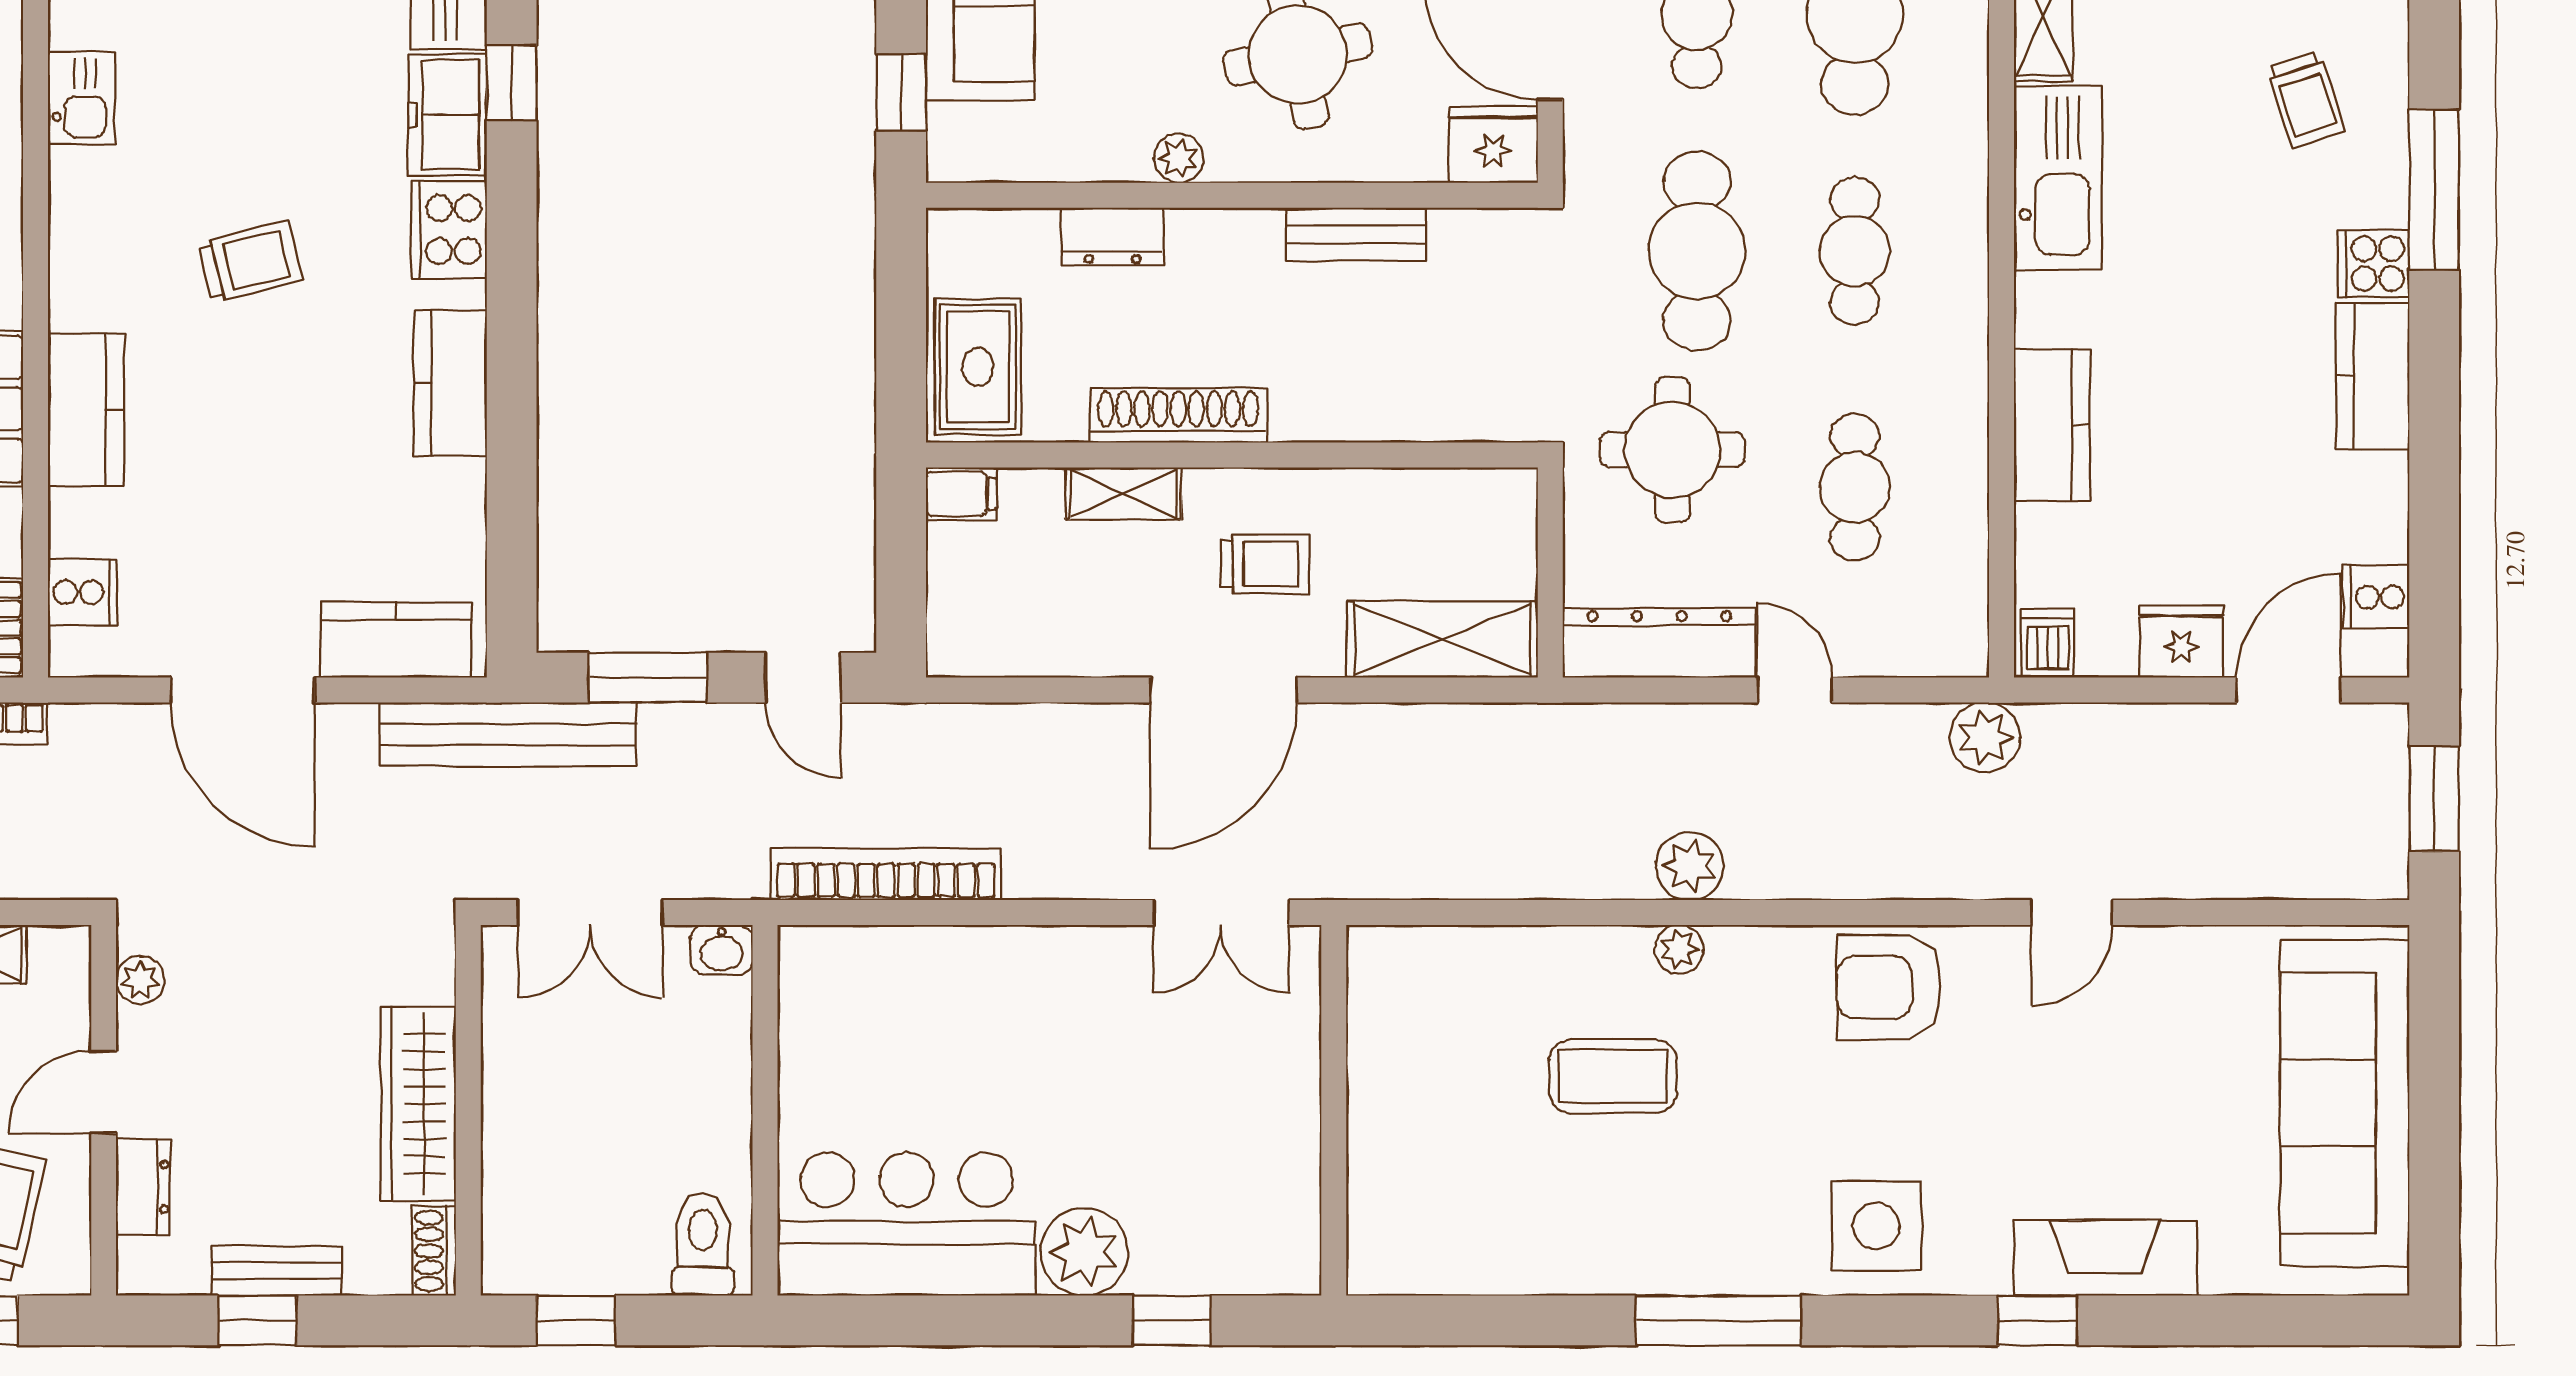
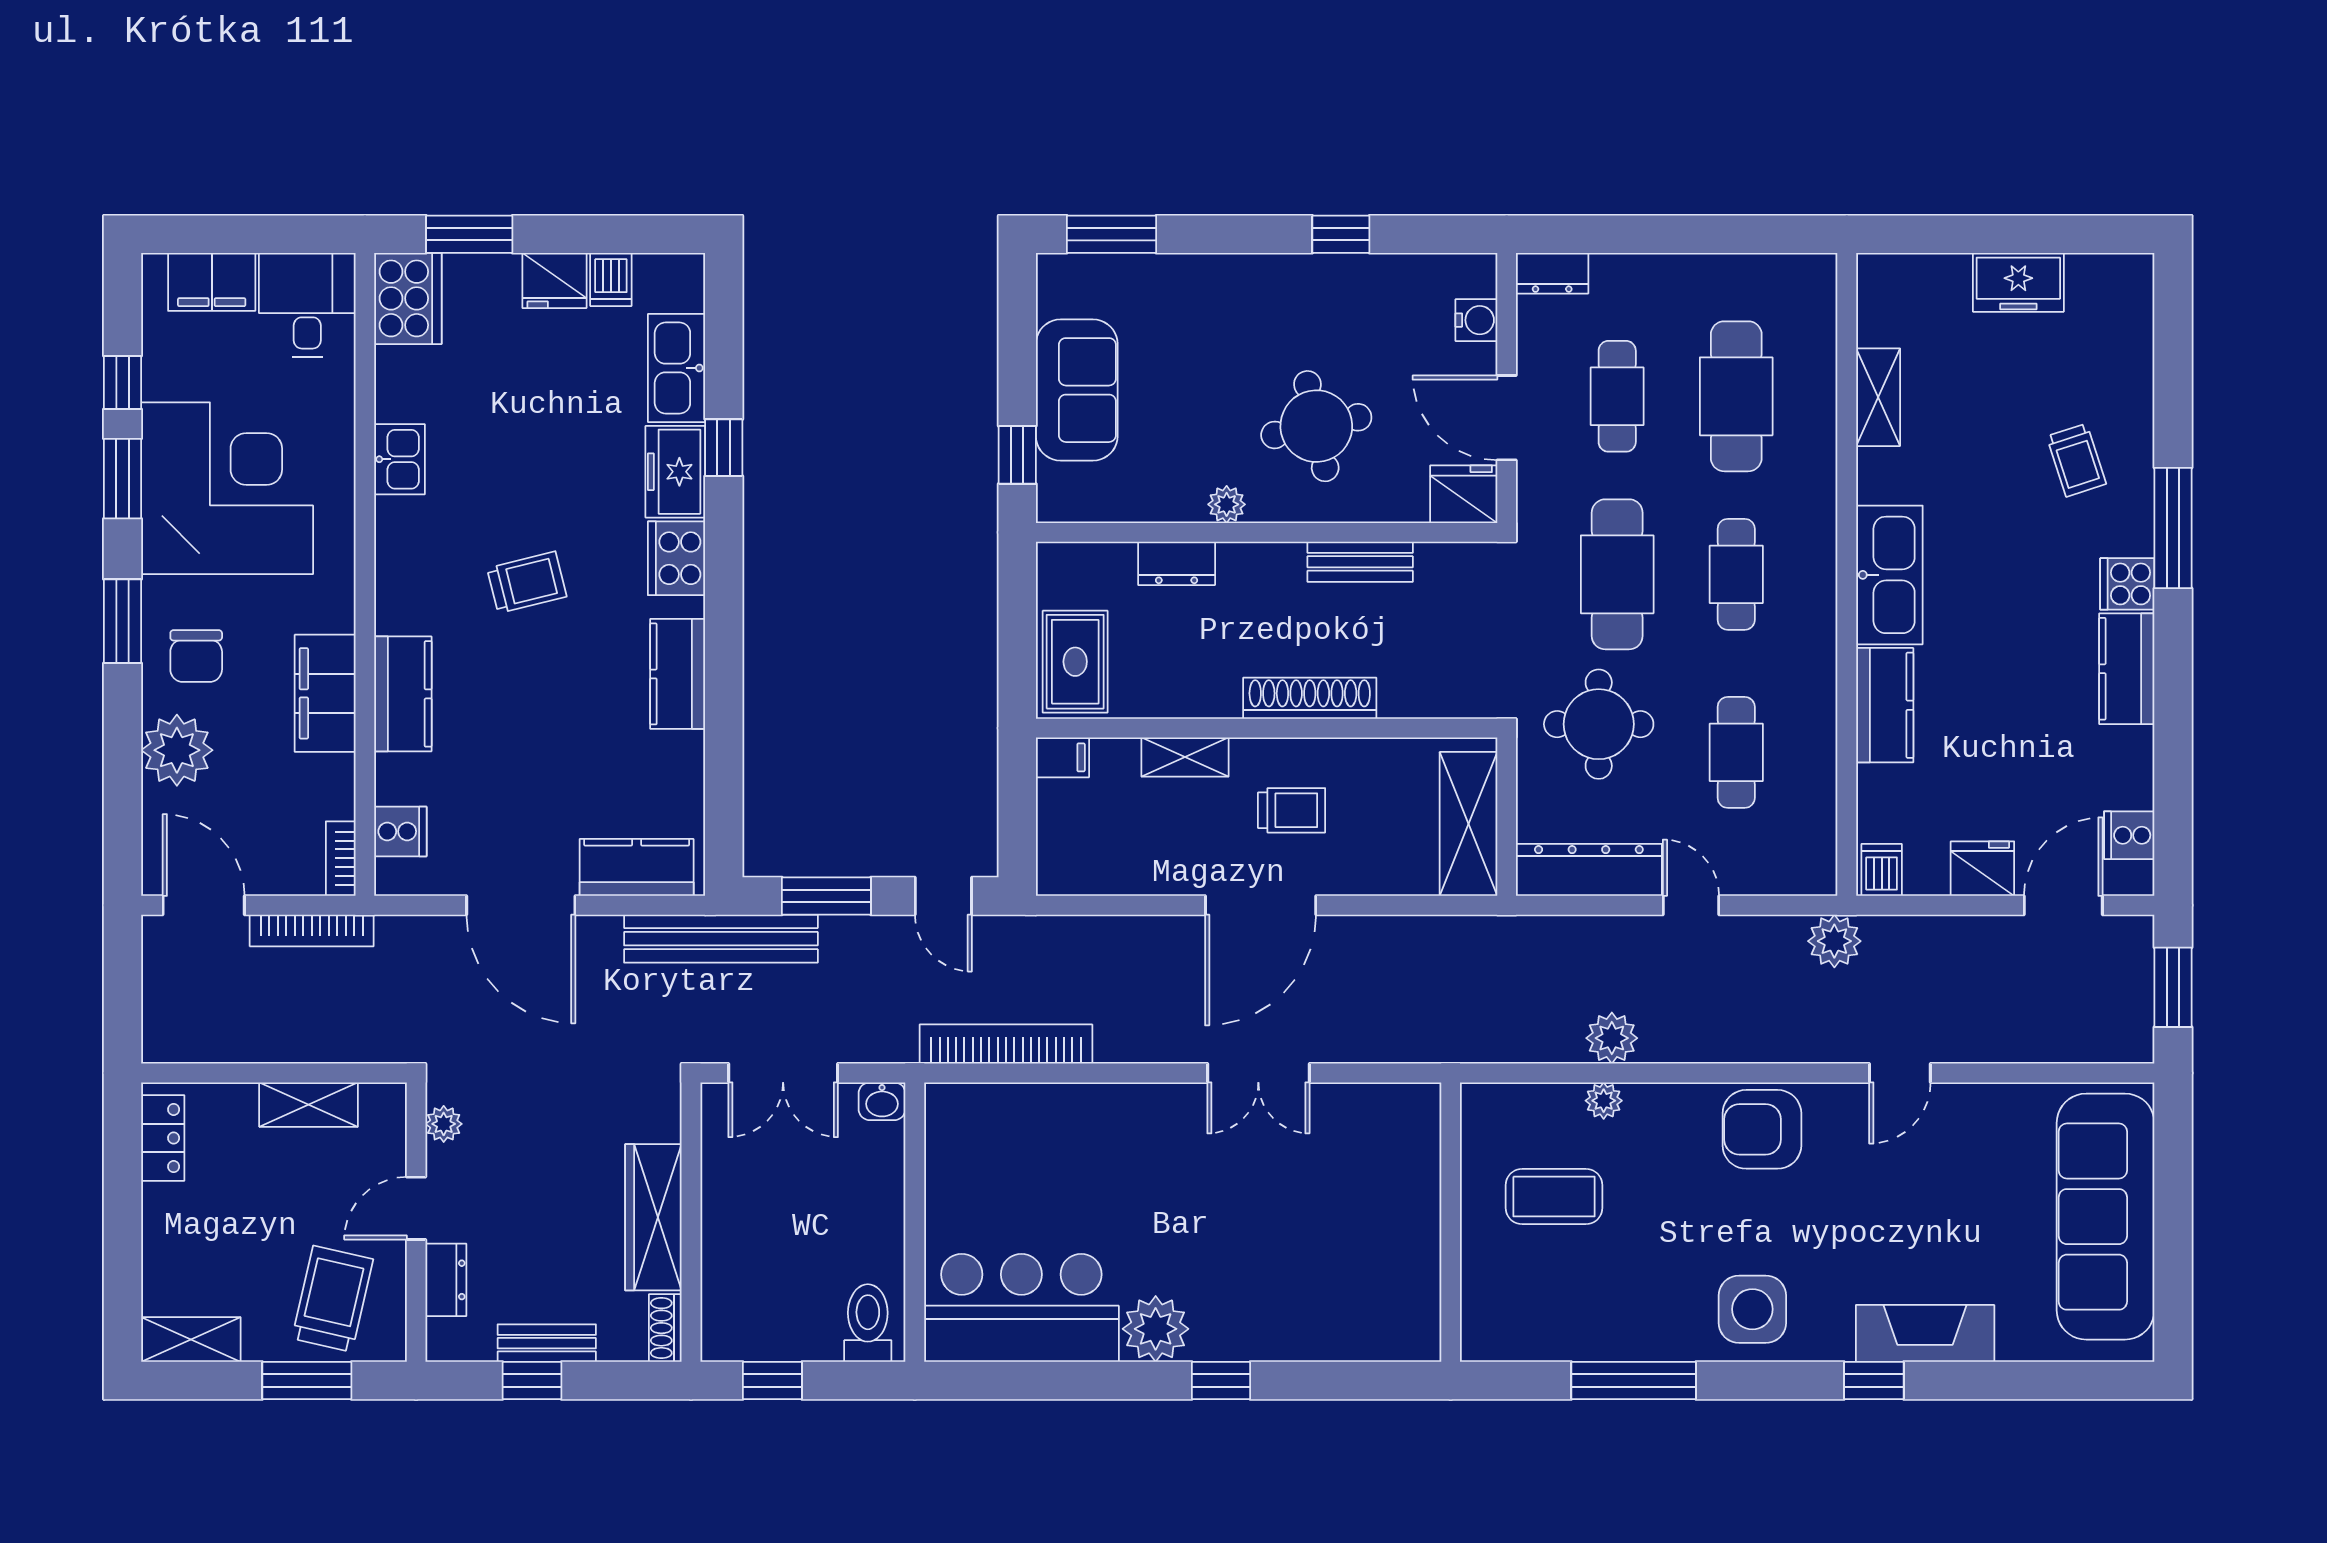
kitchen sink: (2058, 178) -> (1889, 575), moved
shoe rack: (1178, 415) -> (1310, 698), moved
shelving: (1442, 639) -> (1468, 824), moved, turned 90
wall: (1334, 1110) -> (1451, 1222), moved

